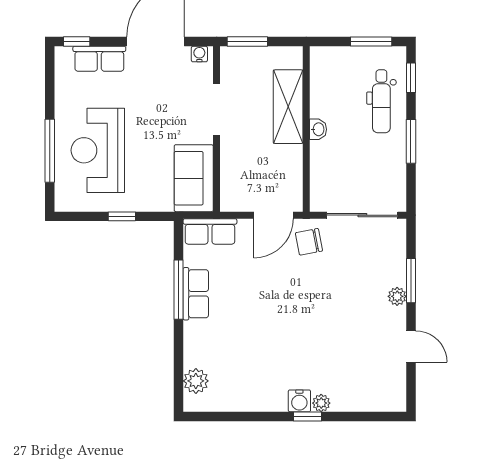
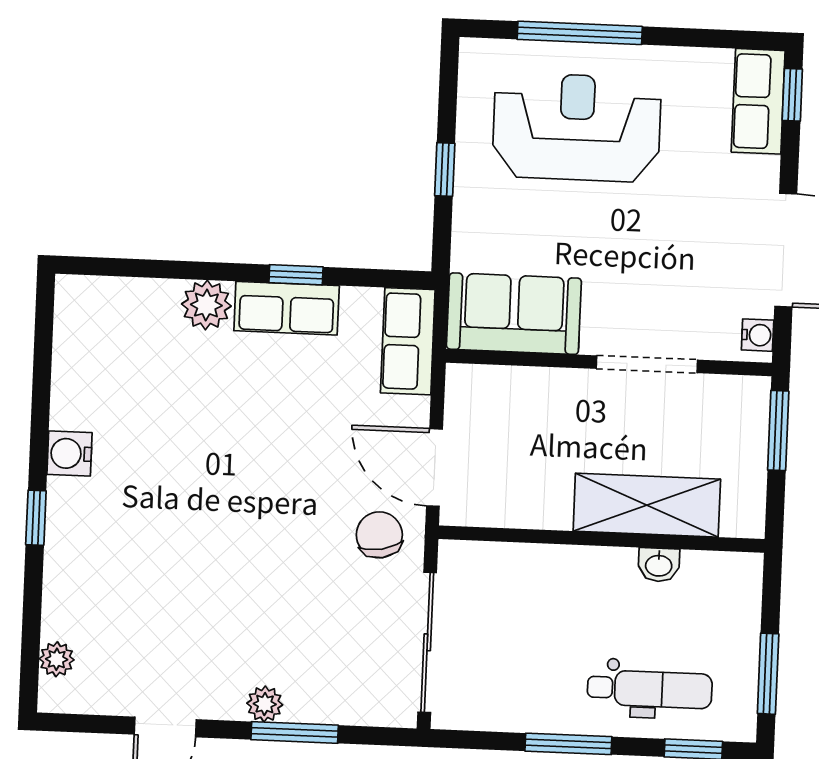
row of seats: (99, 59) -> (758, 101), moved
dental chair: (381, 101) -> (650, 689), turned 180
washbasin: (318, 129) -> (659, 565), moved
window: (179, 290) -> (296, 275), width x0.46
plant: (196, 381) -> (206, 305), moved
water cooler: (299, 401) -> (69, 454), moved
plant: (321, 403) -> (57, 659), moved

